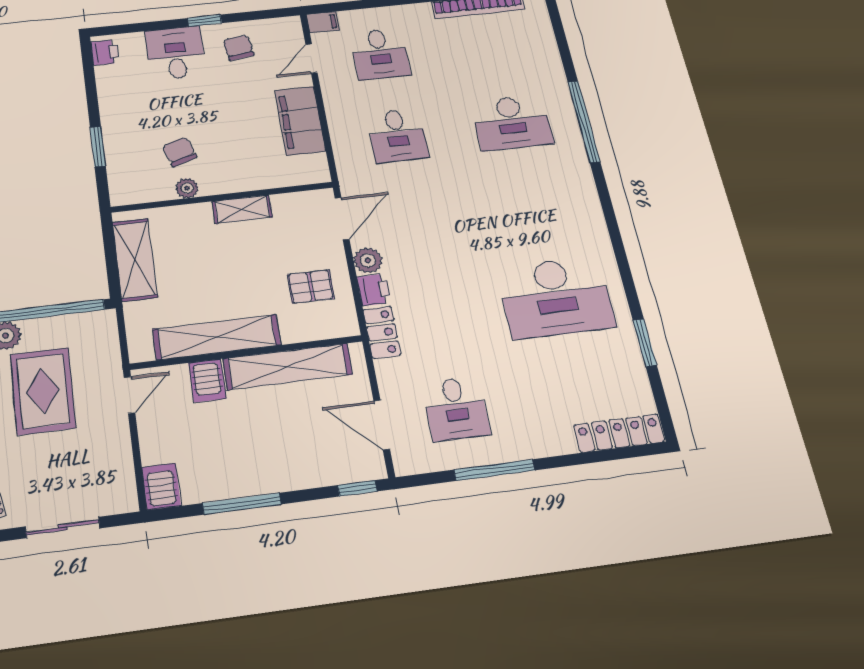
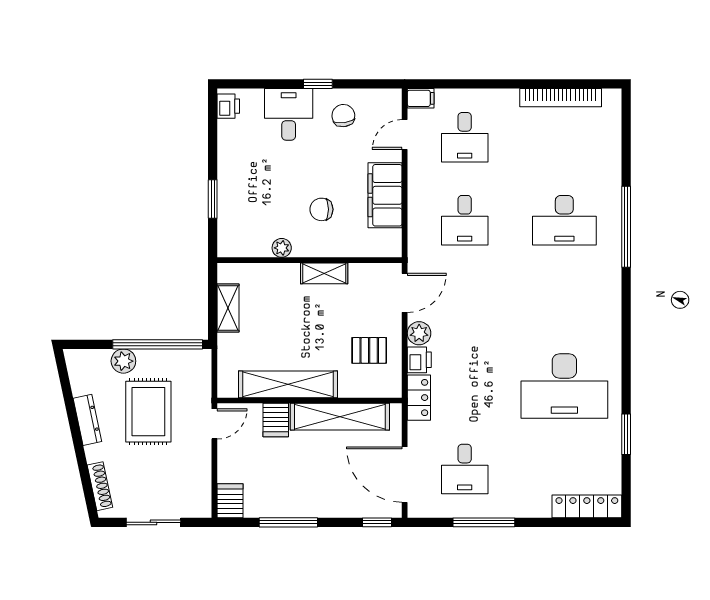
chair: (179, 152) -> (321, 209), moved, turned -72
shelving: (135, 260) -> (228, 308), width x0.67, depth x0.75
door: (382, 425) -> (405, 475), width x1.36

